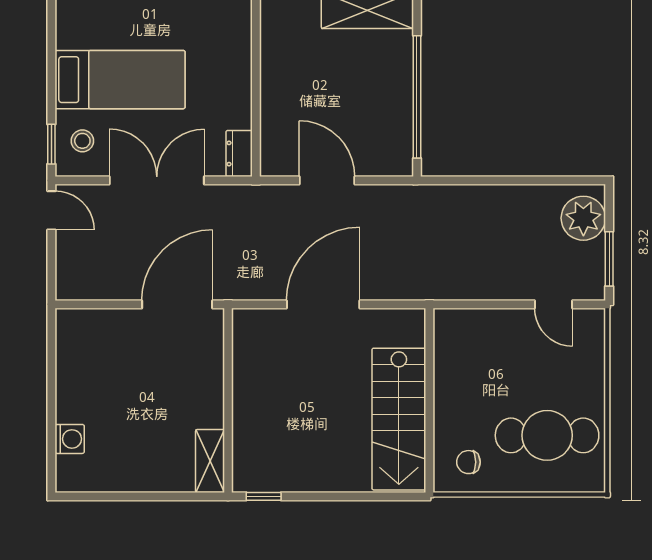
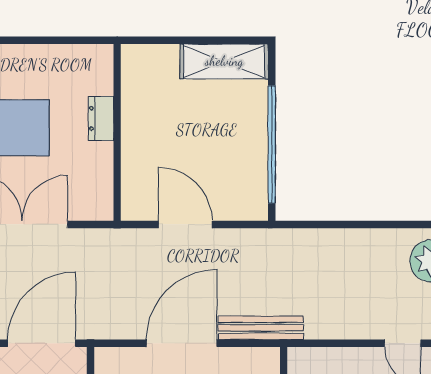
dresser: (239, 154) -> (101, 118), moved
bench: (406, 288) -> (261, 328), added

